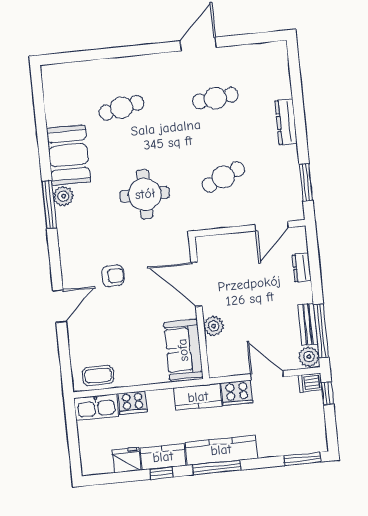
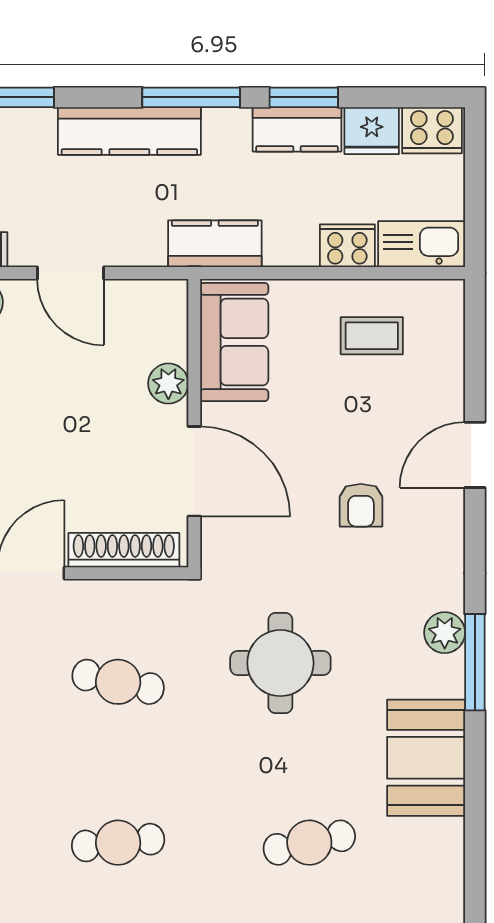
cafe table: (223, 177) -> (118, 682), turned 36
plant: (63, 196) -> (445, 633), moved
shoe rack: (227, 242) -> (124, 550), added
armchair: (113, 276) -> (361, 505), turned -90
coffee table: (98, 376) -> (372, 336), moved
cooker: (237, 393) -> (432, 130), moved, turned 180
kitchen counter: (221, 450) -> (129, 131), moved
window: (161, 473) -> (304, 97), width x1.50

